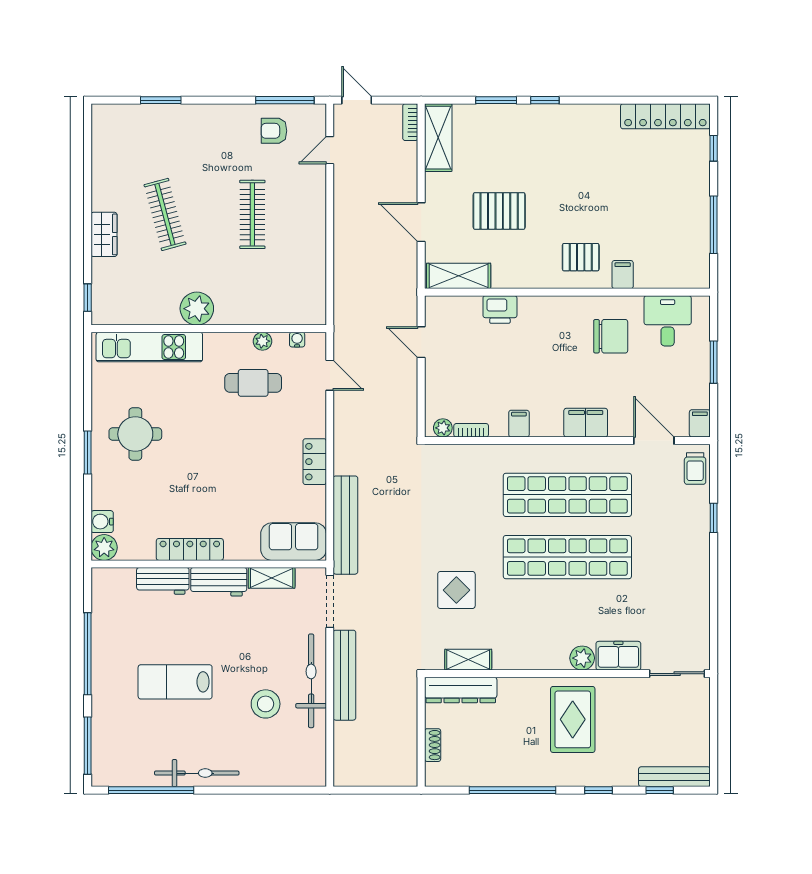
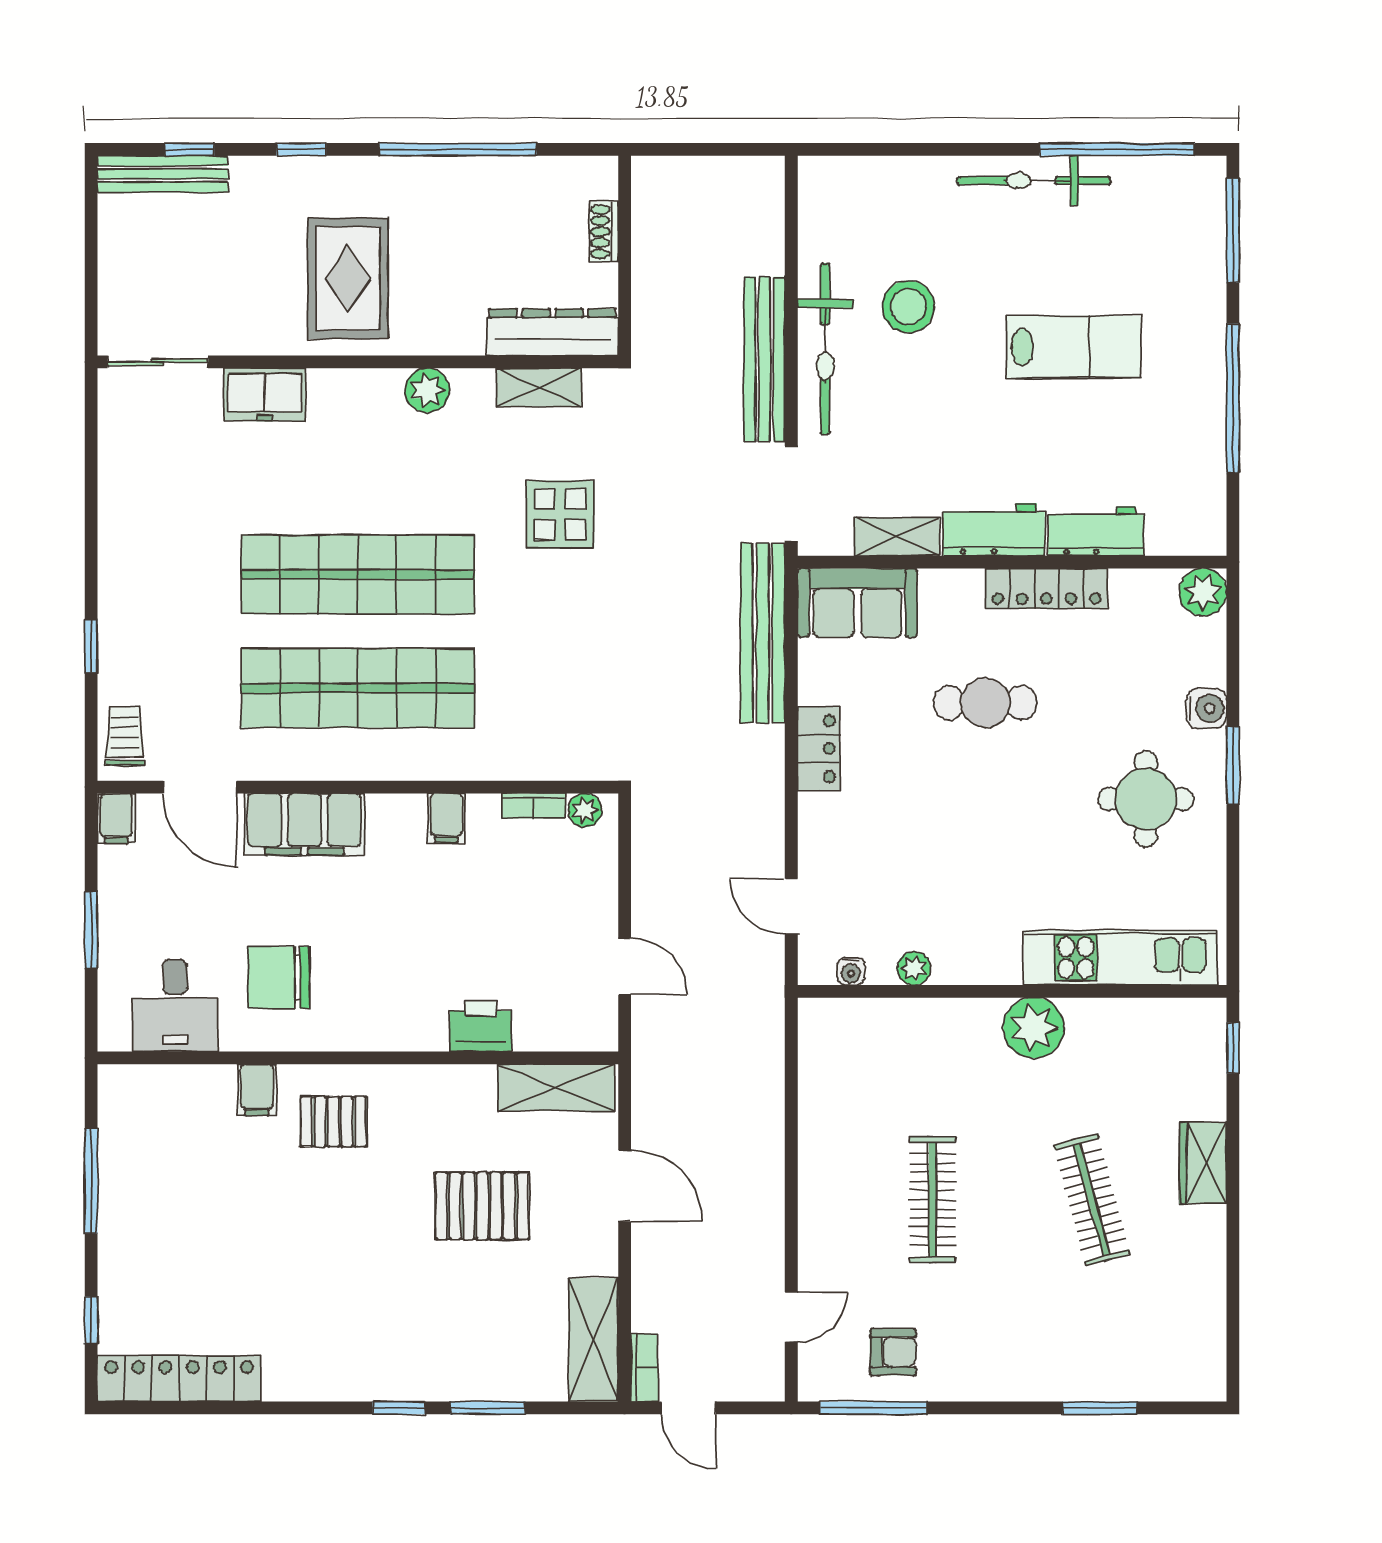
door: (357, 100) -> (689, 1408), moved
cafe table: (253, 383) -> (985, 703), moved
filing cabinet: (586, 423) -> (305, 824), width x1.50, depth x1.17
water cooler: (102, 522) -> (1207, 708), moved
plant: (582, 658) -> (427, 390), moved

